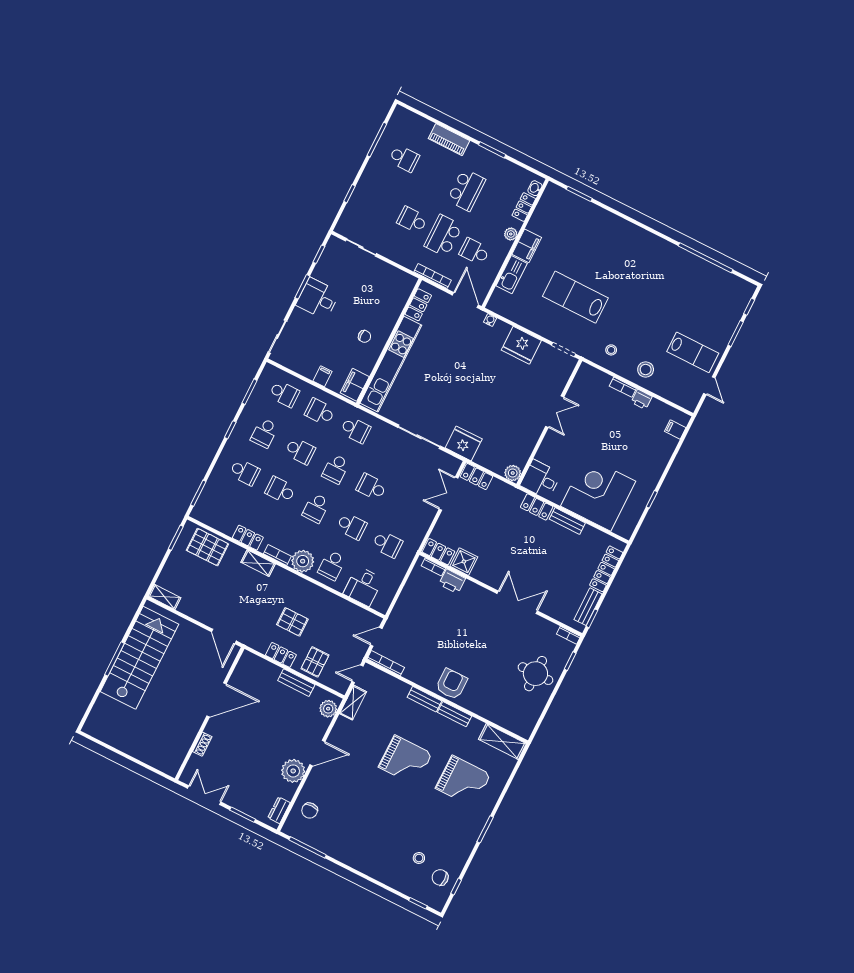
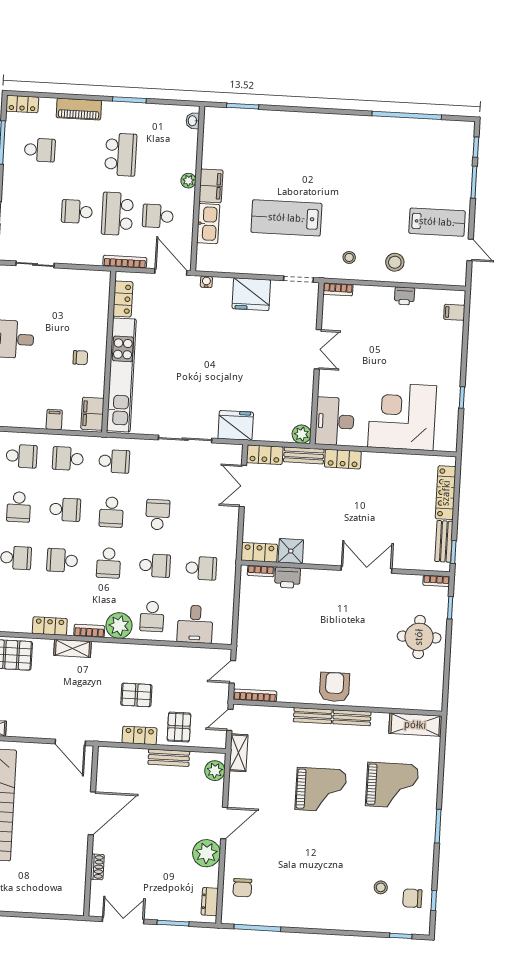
locker: (524, 207) -> (22, 104), moved, turned -90
bookcase: (623, 387) -> (338, 289), moved
desk: (541, 479) -> (335, 421), width x1.37
school desk: (371, 487) -> (158, 515), turned 90
bench: (567, 521) -> (304, 455), moved

